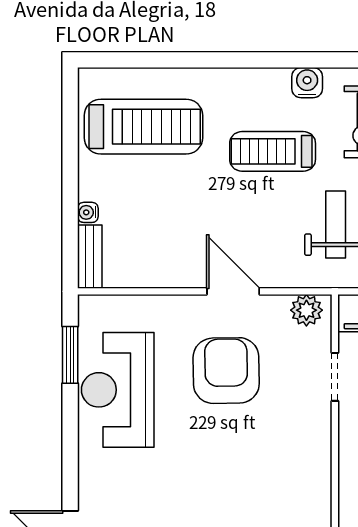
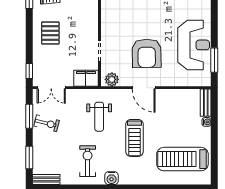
treadmill: (273, 151) -> (134, 138), moved, turned 90

